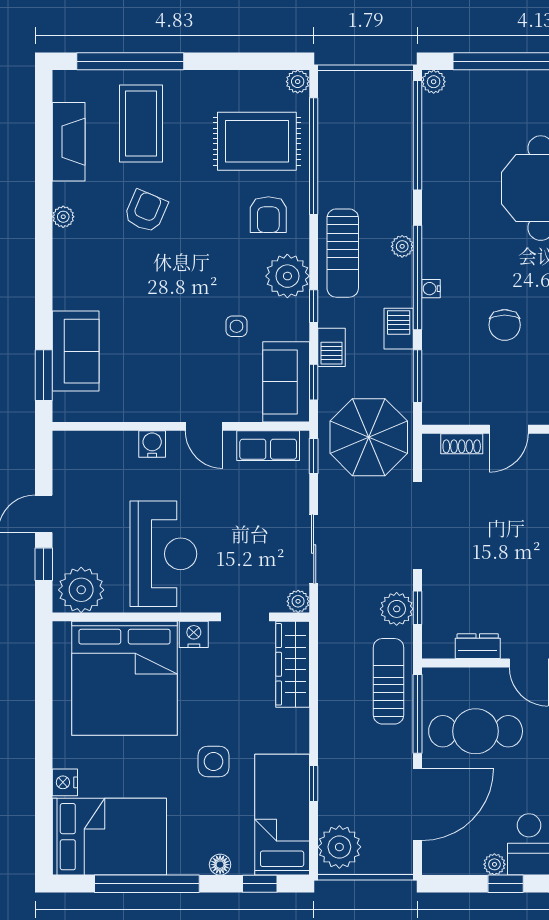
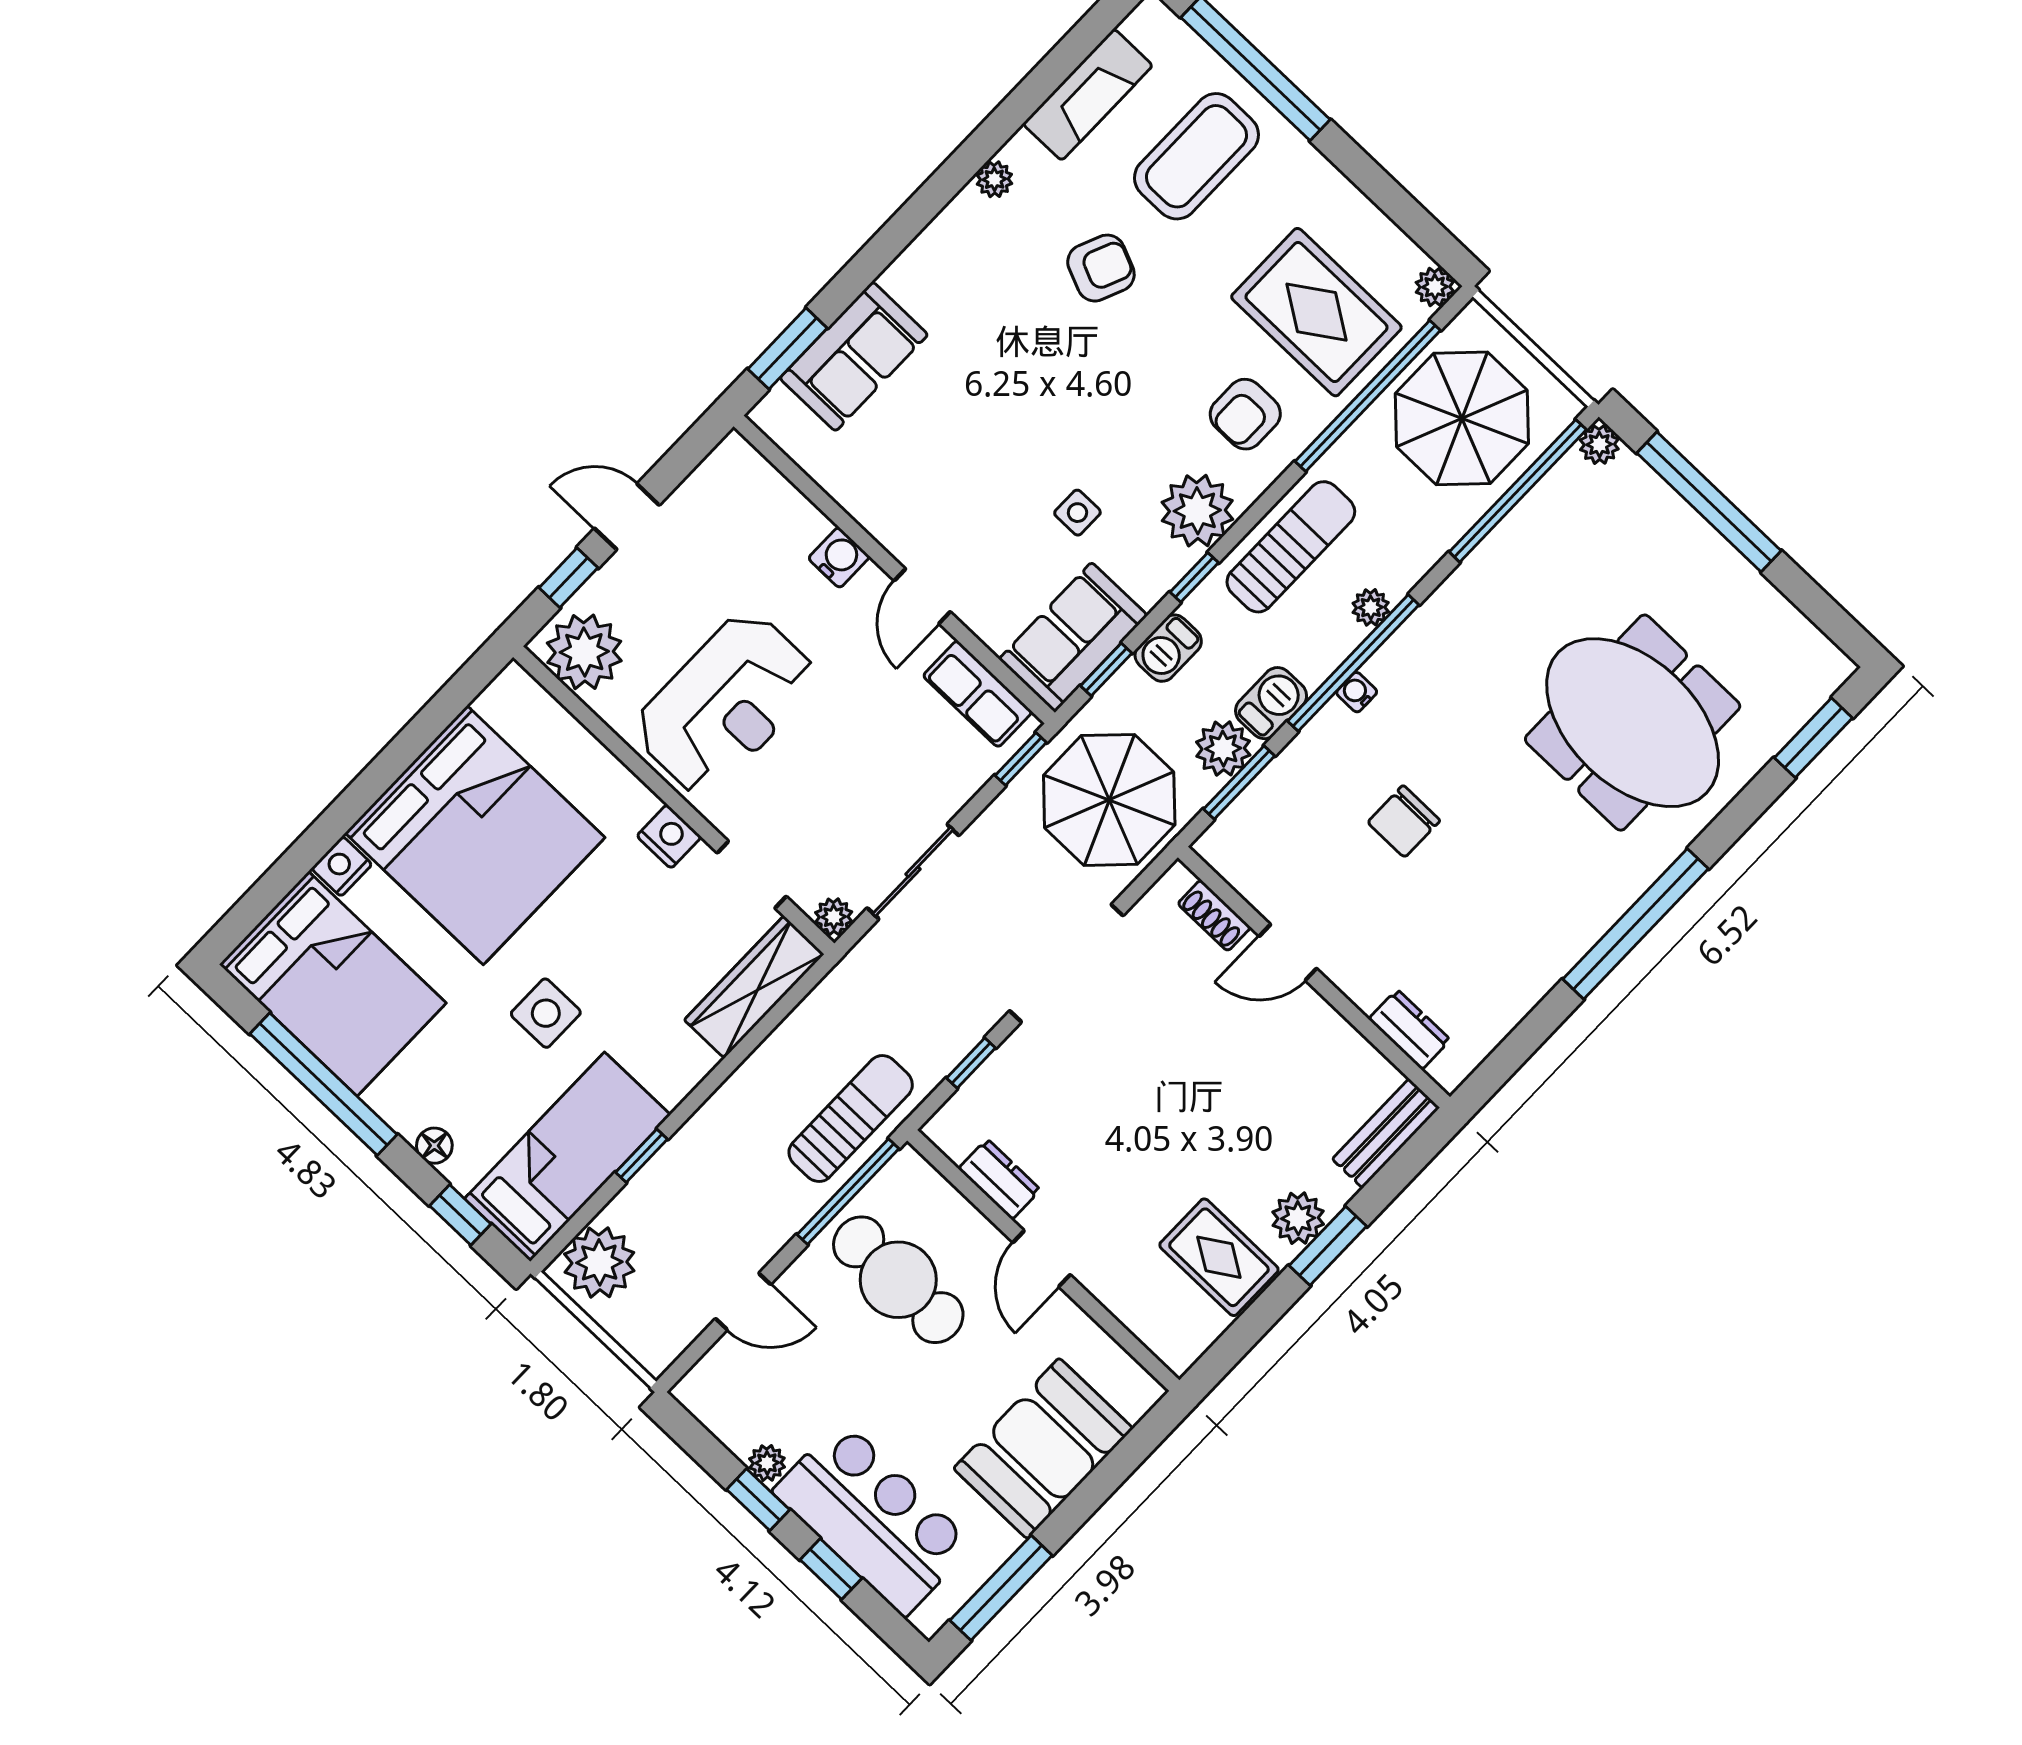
parasol: (364, 127) -> (1462, 418), added
sun lounger: (343, 253) -> (1291, 547), turned 180
plant: (397, 609) -> (1223, 749), moved
bed: (125, 678) -> (475, 835), moved, turned -90
door: (418, 805) -> (743, 1302), width x0.53

